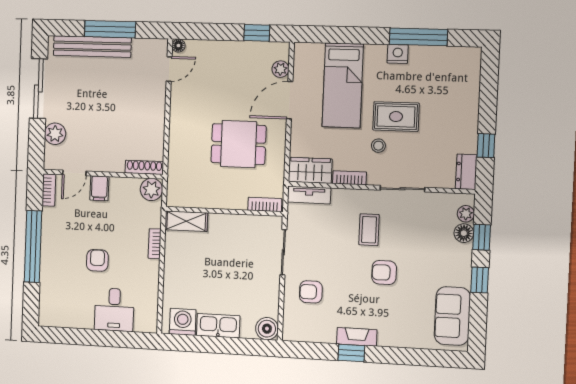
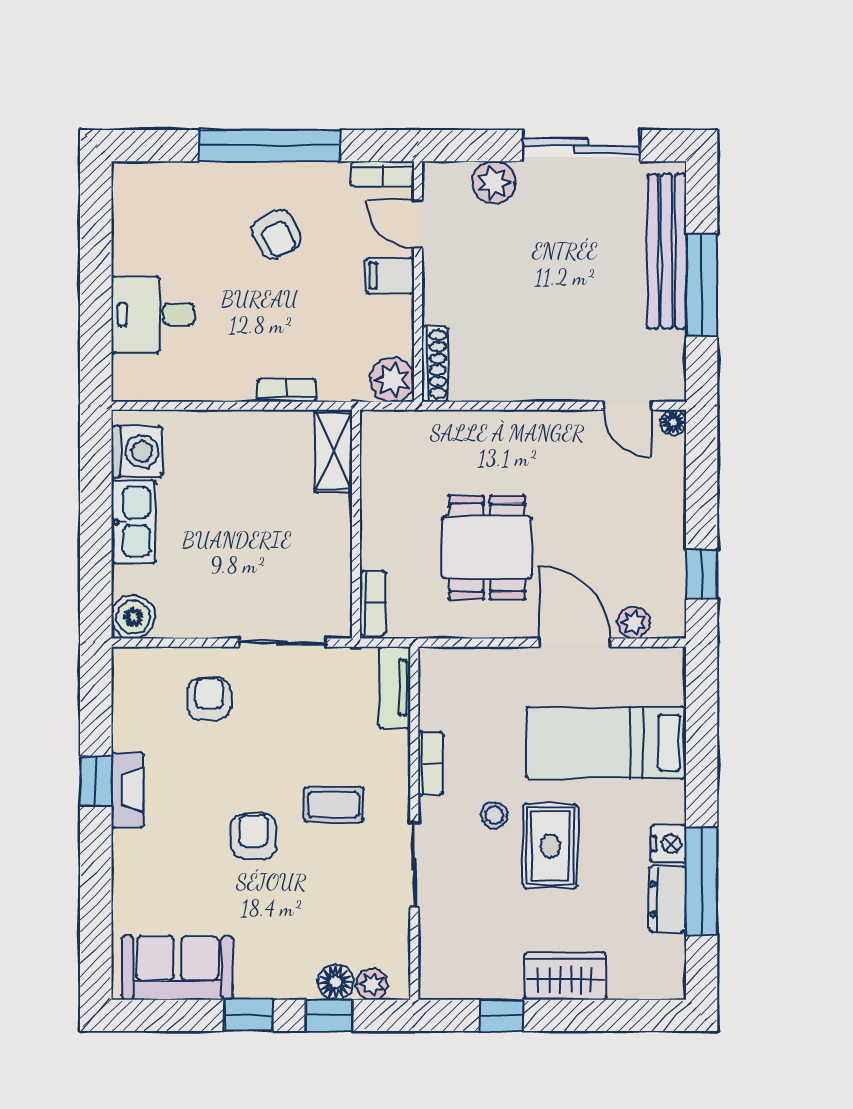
wardrobe: (310, 170) -> (565, 976), moved, turned -90
dresser: (466, 172) -> (667, 899), moved, turned -90
armchair: (97, 260) -> (276, 235), moved, turned 63

